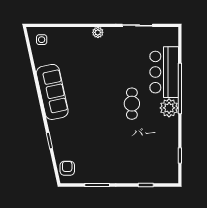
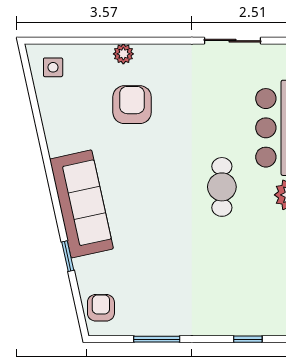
plant: (98, 32) -> (123, 54), moved
armchair: (84, 60) -> (132, 105), added
sofa: (52, 92) -> (81, 204), moved

